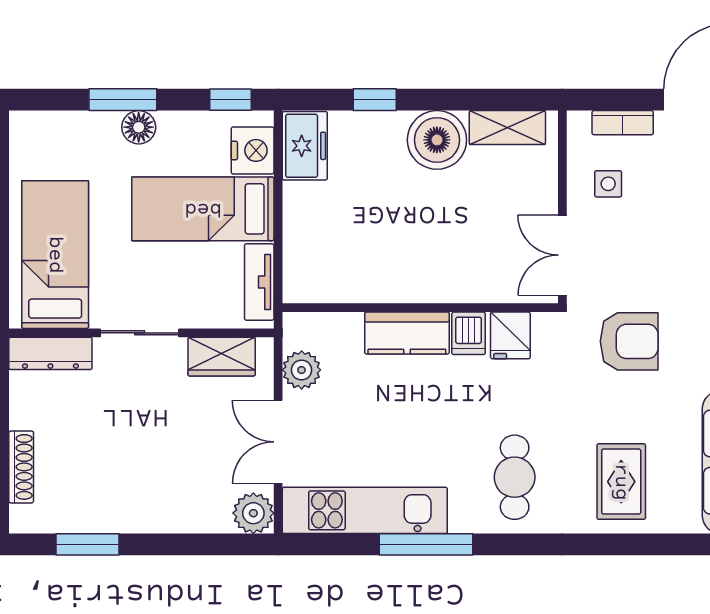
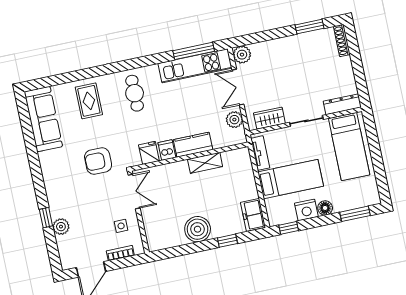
window: (123, 100) -> (355, 214), moved
shelving: (507, 128) -> (205, 163), moved
nightstand: (253, 150) -> (306, 210), moved, turned -90
double door: (278, 442) -> (238, 87), swing flipped
shoe rack: (21, 467) -> (342, 41), moved
window: (426, 544) -> (194, 51), moved

